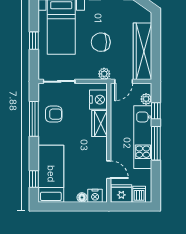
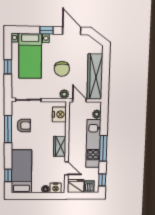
chair: (101, 42) -> (62, 69), turned -94
door: (124, 81) -> (79, 100), swing flipped
window: (156, 111) -> (102, 180), moved
wardrobe: (100, 124) -> (60, 146), moved

